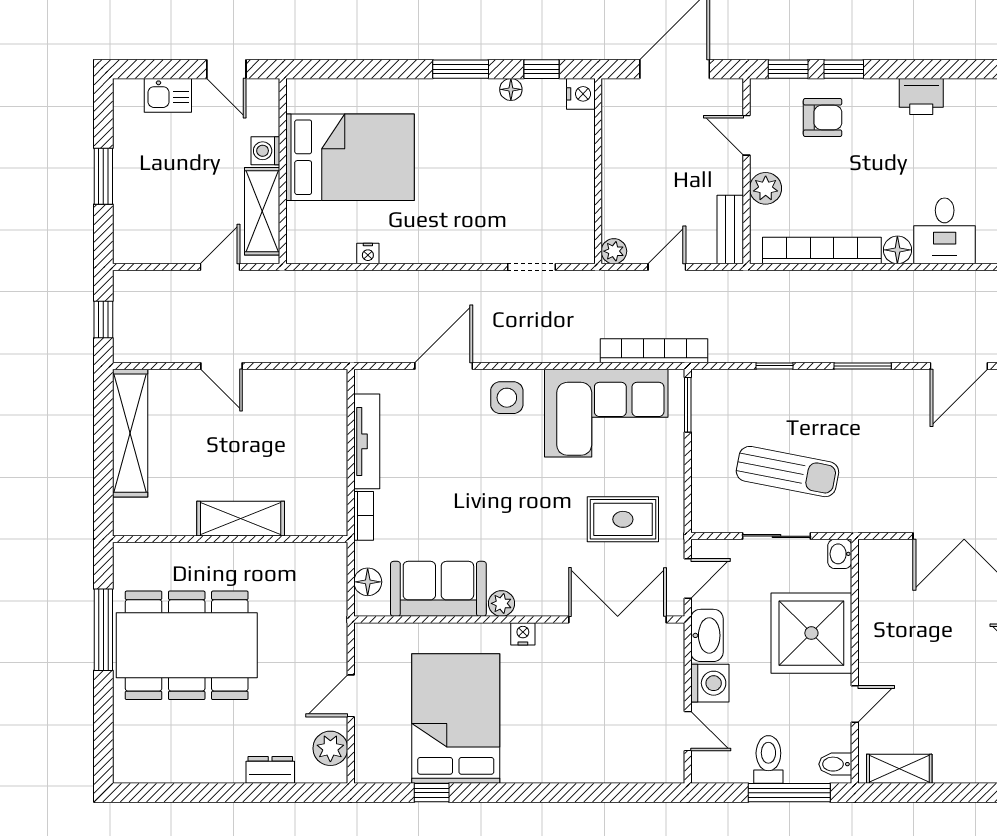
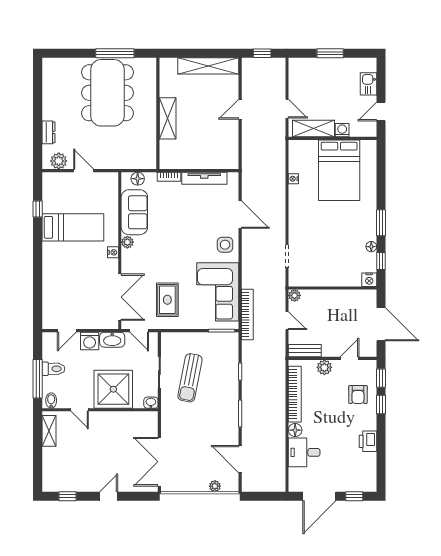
bed: (456, 718) -> (73, 227), width x0.67

